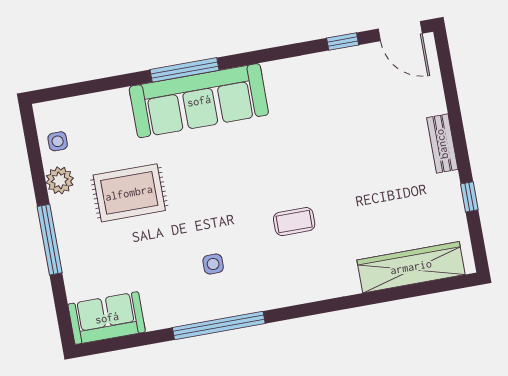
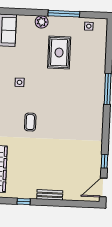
sofa: (199, 101) -> (93, 92), removed
plant: (60, 180) -> (42, 22), moved
window: (50, 240) -> (64, 14), moved

